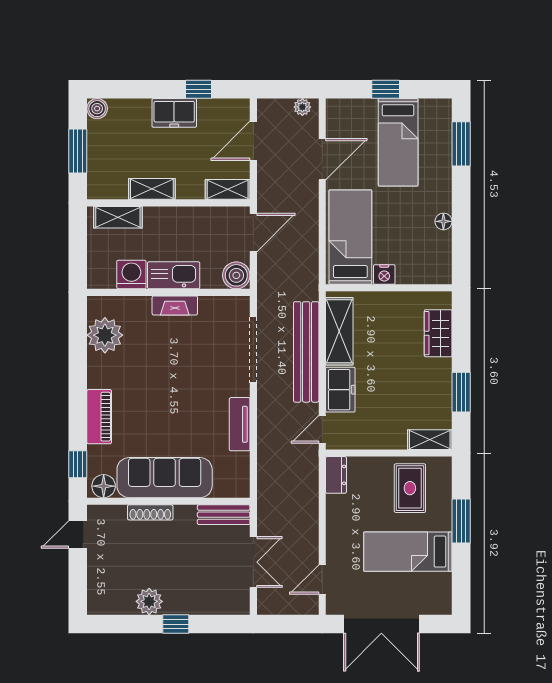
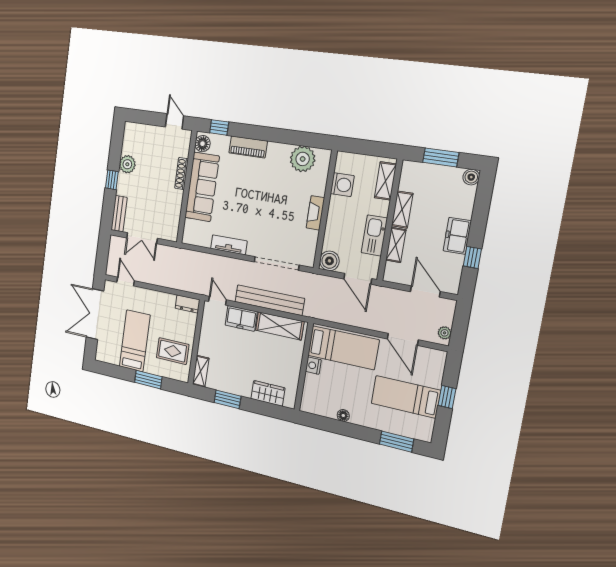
shelving: (228, 189) -> (396, 245), moved
kitchen sink: (174, 275) -> (374, 235), moved, turned 180
bench: (224, 515) -> (119, 214), moved

